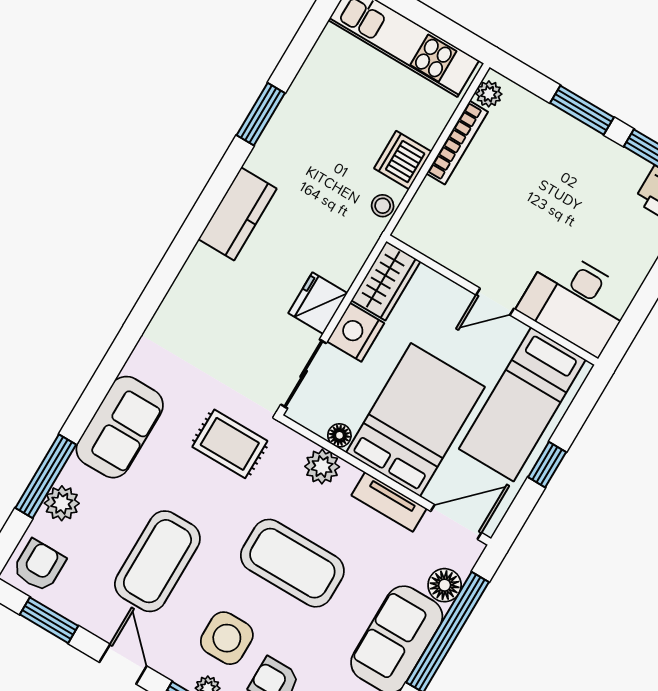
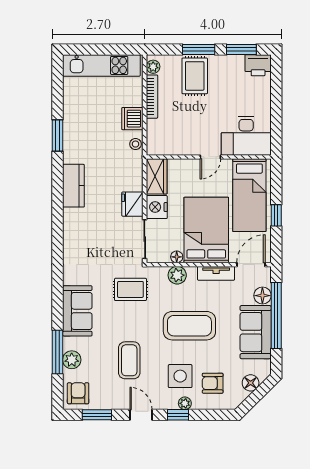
rug: (549, 151) -> (195, 76), added
coffee table: (157, 561) -> (129, 360), width x0.73, depth x0.76

